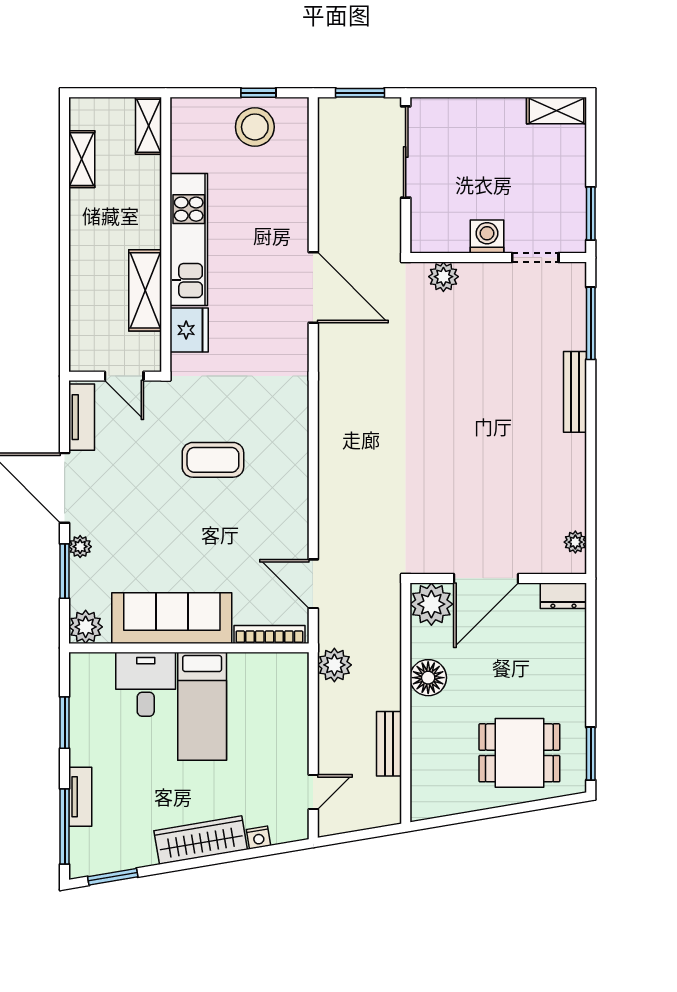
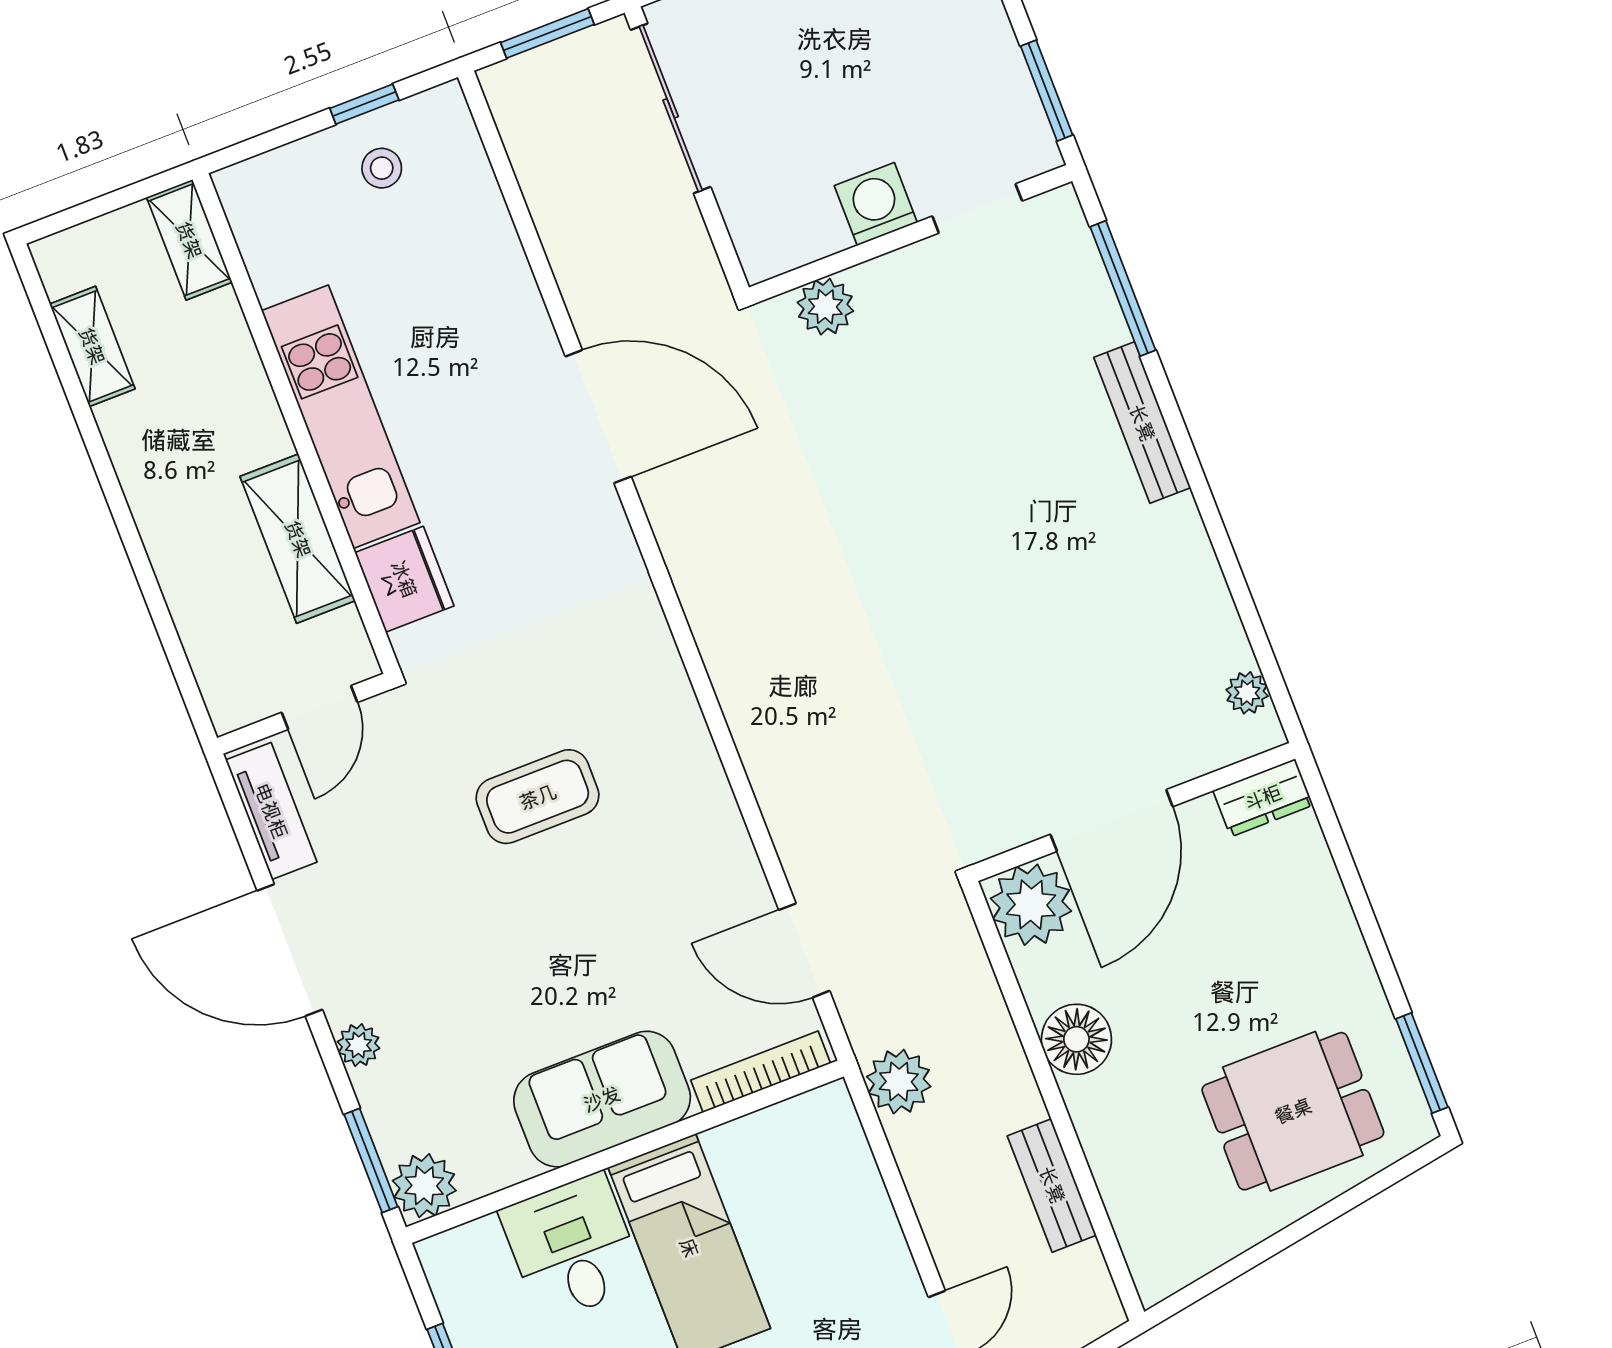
stool: (255, 127) -> (382, 168), width x0.53, depth x0.53
door: (124, 376) -> (320, 707), hinge flipped
window: (65, 571) -> (371, 1161), moved
sofa: (172, 618) -> (602, 1099), width x0.73

